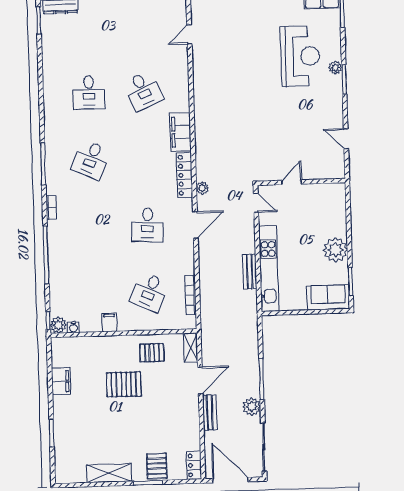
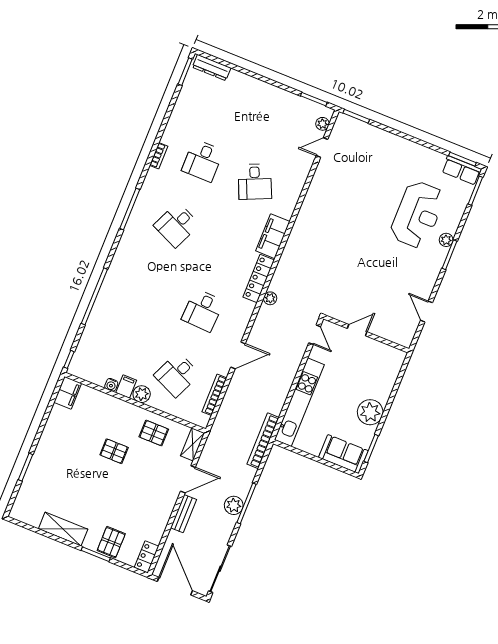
plant: (181, 13) -> (322, 124), added
bookcase: (51, 207) -> (159, 156), moved
door: (195, 225) -> (238, 355), moved
bench: (250, 272) -> (280, 397), removed
bookcase: (252, 317) -> (263, 441), added
plant: (58, 325) -> (142, 394), moved
water cooler: (73, 327) -> (111, 385), moved
filing cabinet: (61, 381) -> (68, 393), moved
pallet: (124, 384) -> (114, 451), width x0.67, depth x0.71
plant: (252, 406) -> (234, 505), moved

